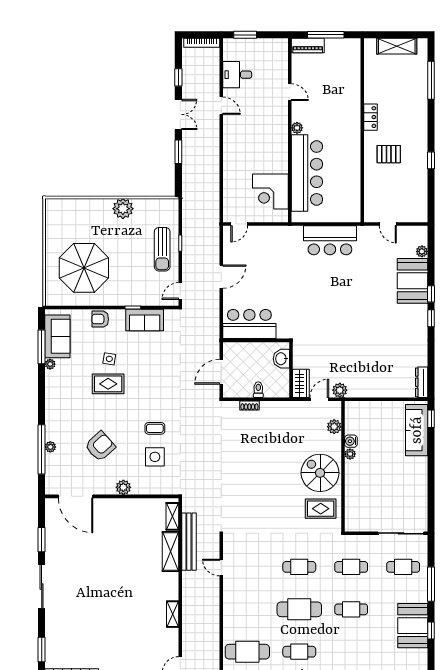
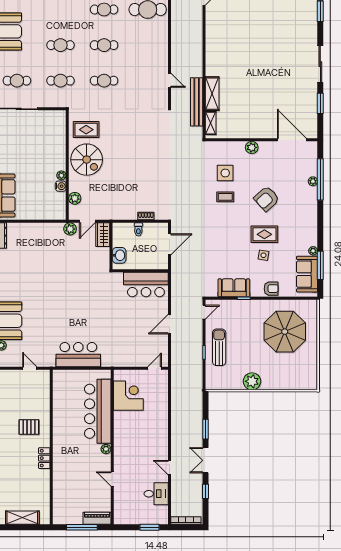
armchair: (100, 446) -> (267, 199), moved
cafe table: (299, 609) -> (104, 45), width x0.73, depth x0.74
shelving: (173, 614) -> (210, 41), removed

